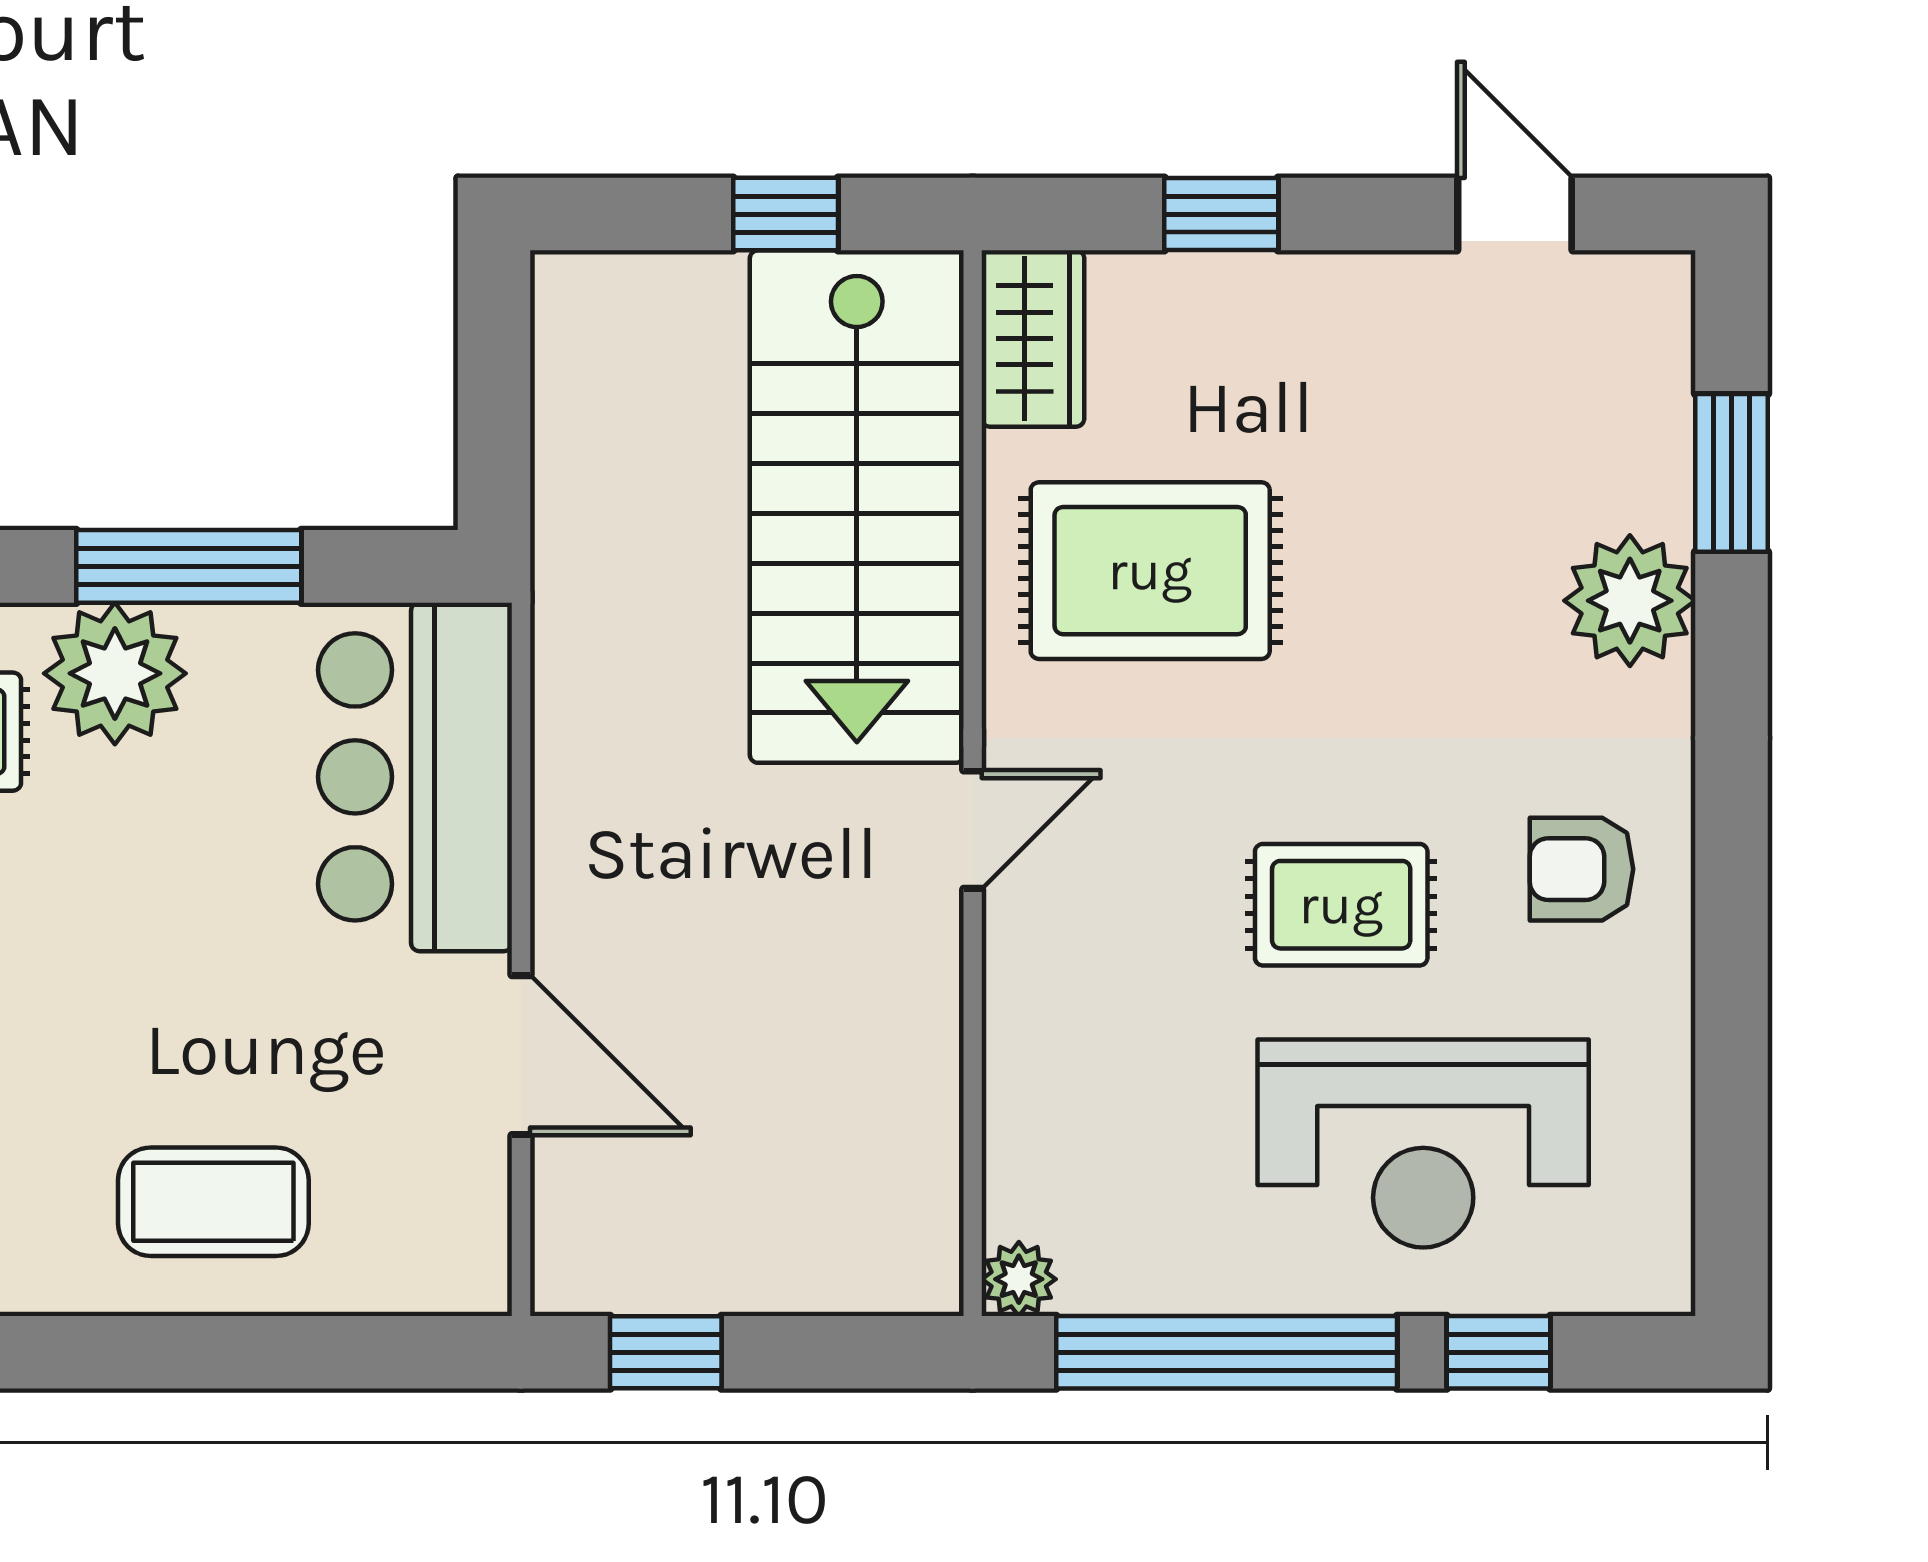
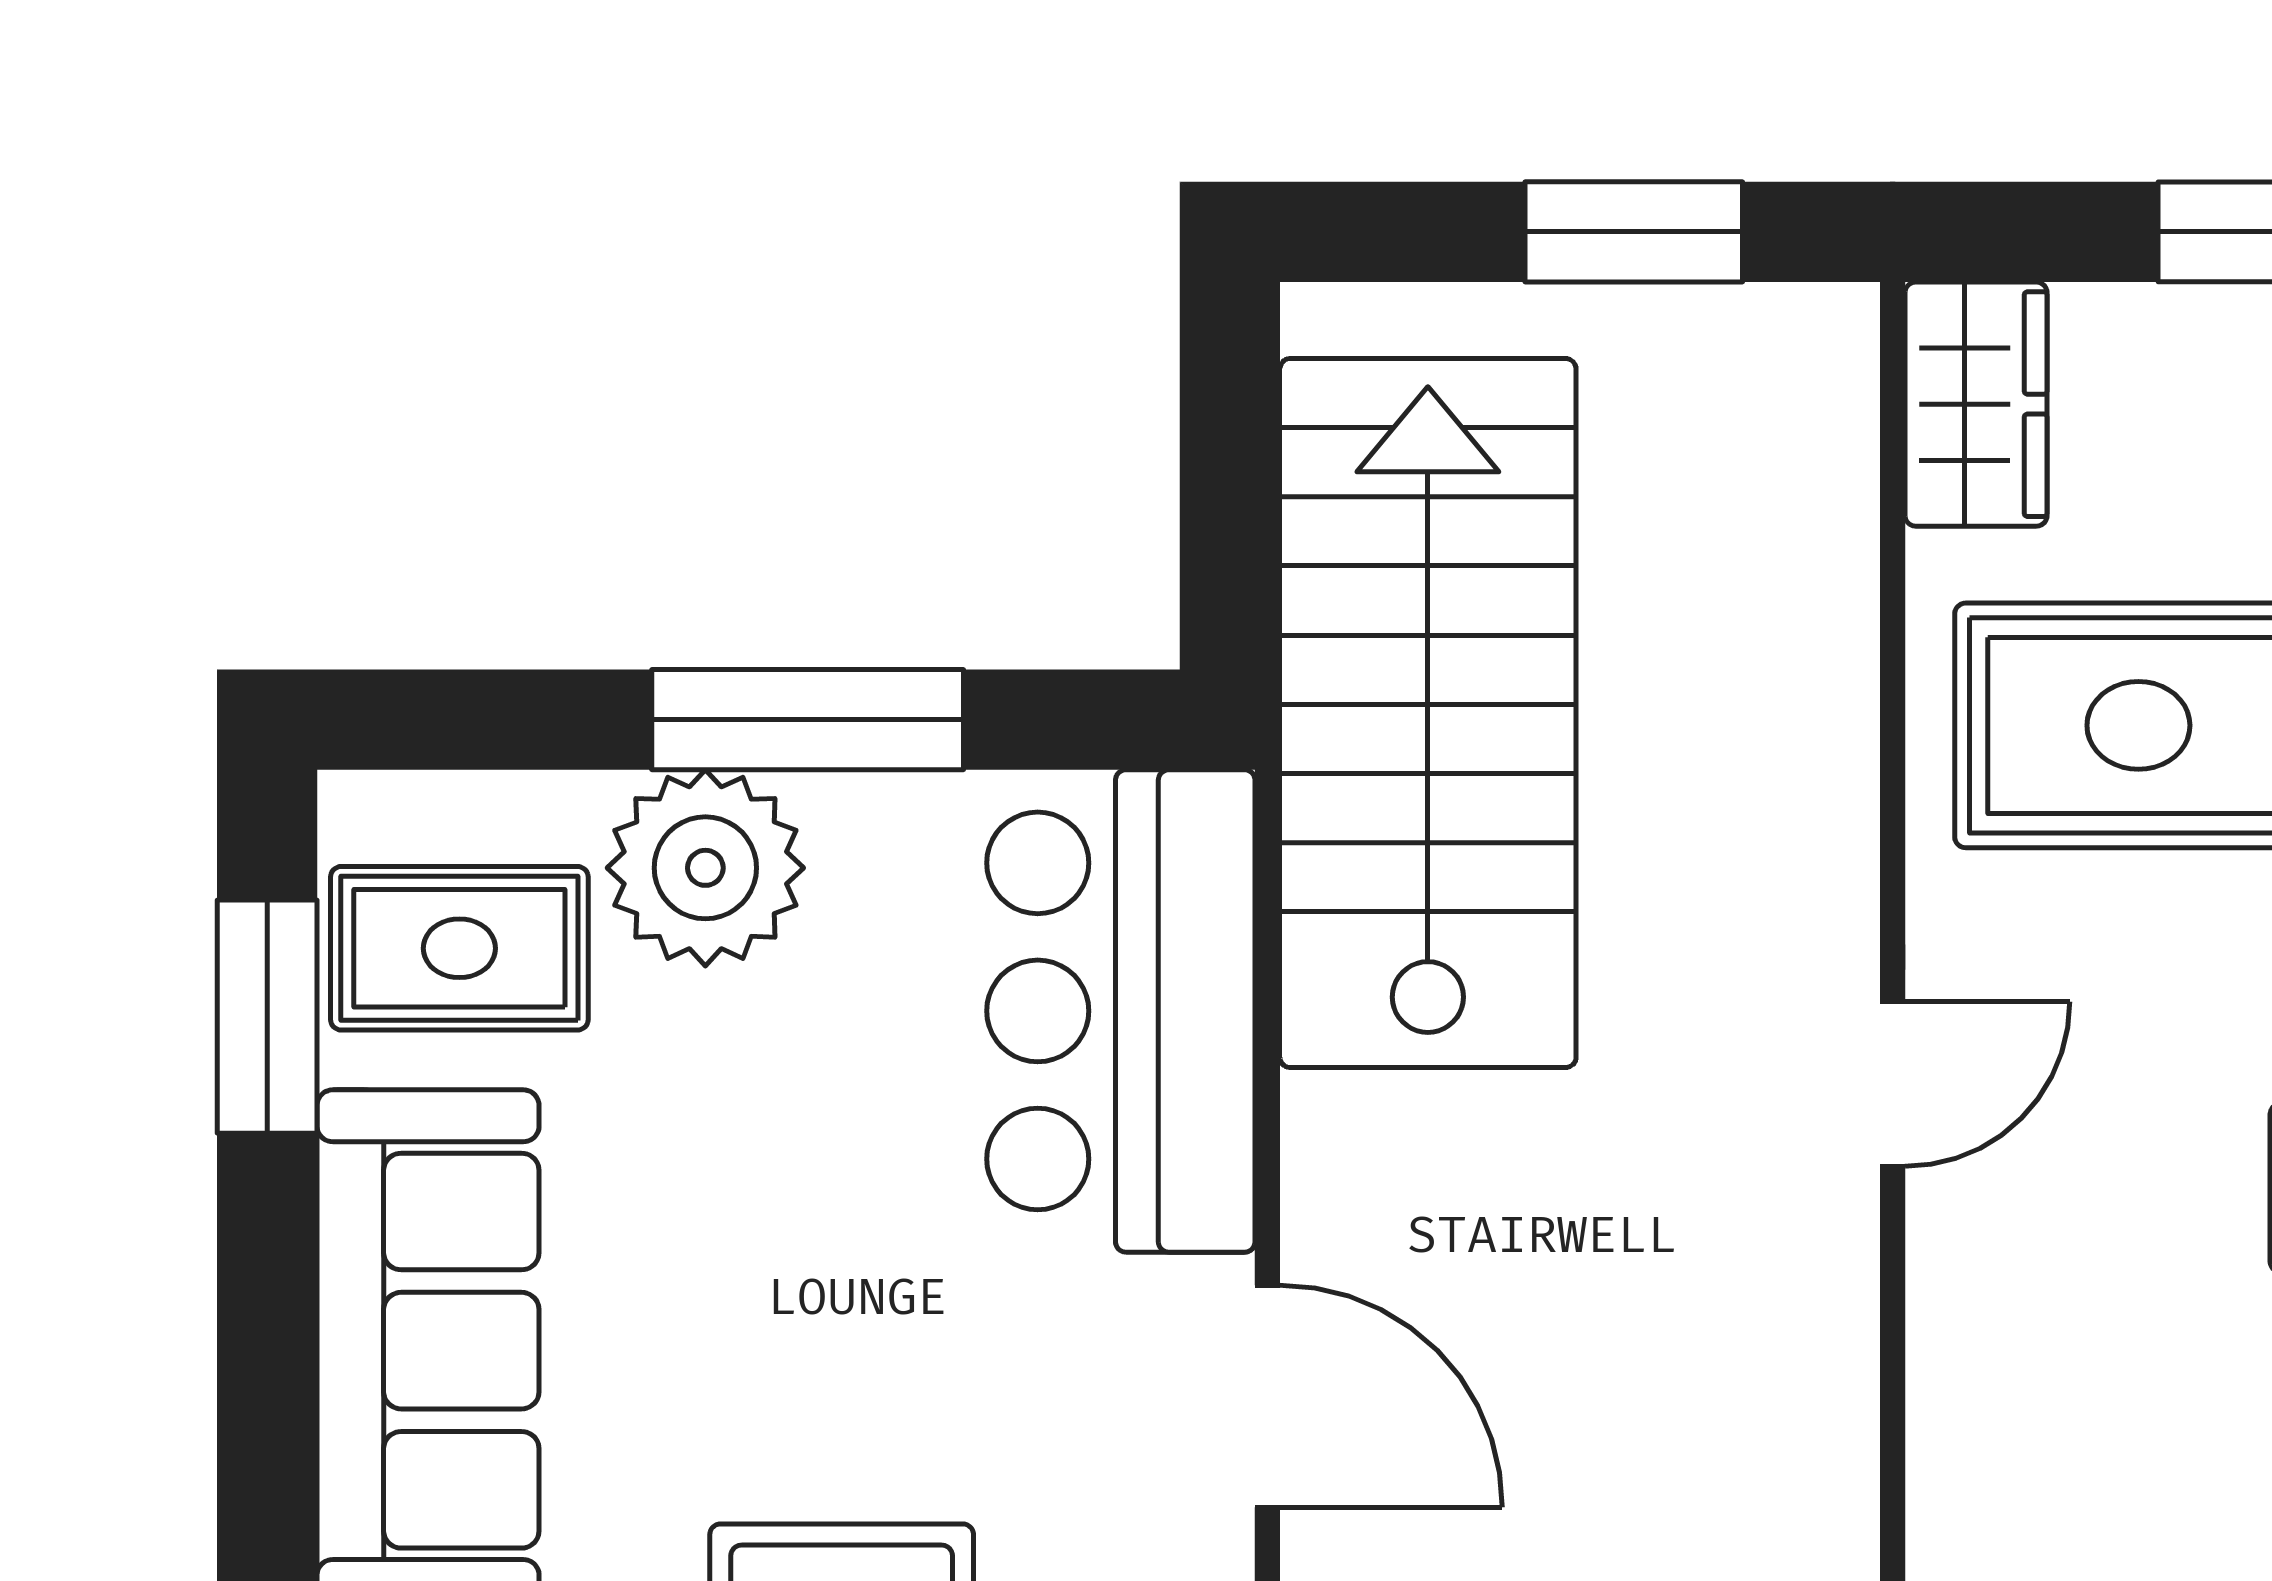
window: (786, 214) -> (1634, 232), width x1.50
stairs: (857, 507) -> (1428, 713), moved, turned 180

